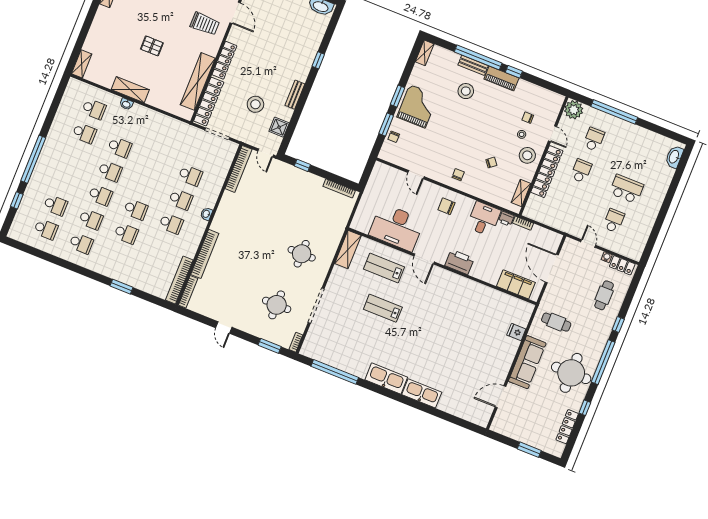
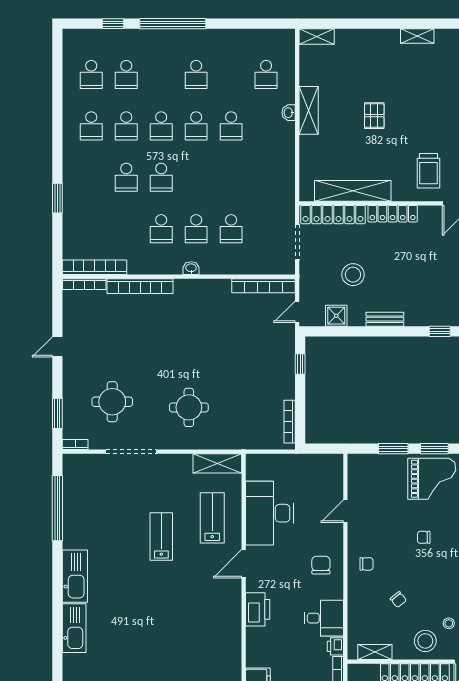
school desk: (84, 133) -> (196, 75), moved
chair: (394, 137) -> (424, 537), moved

